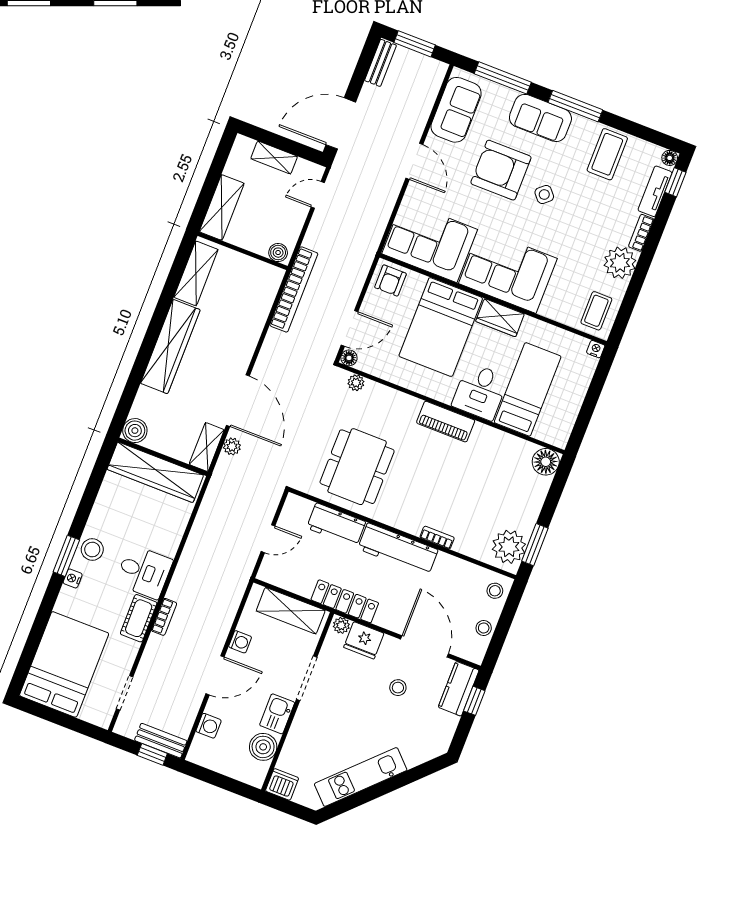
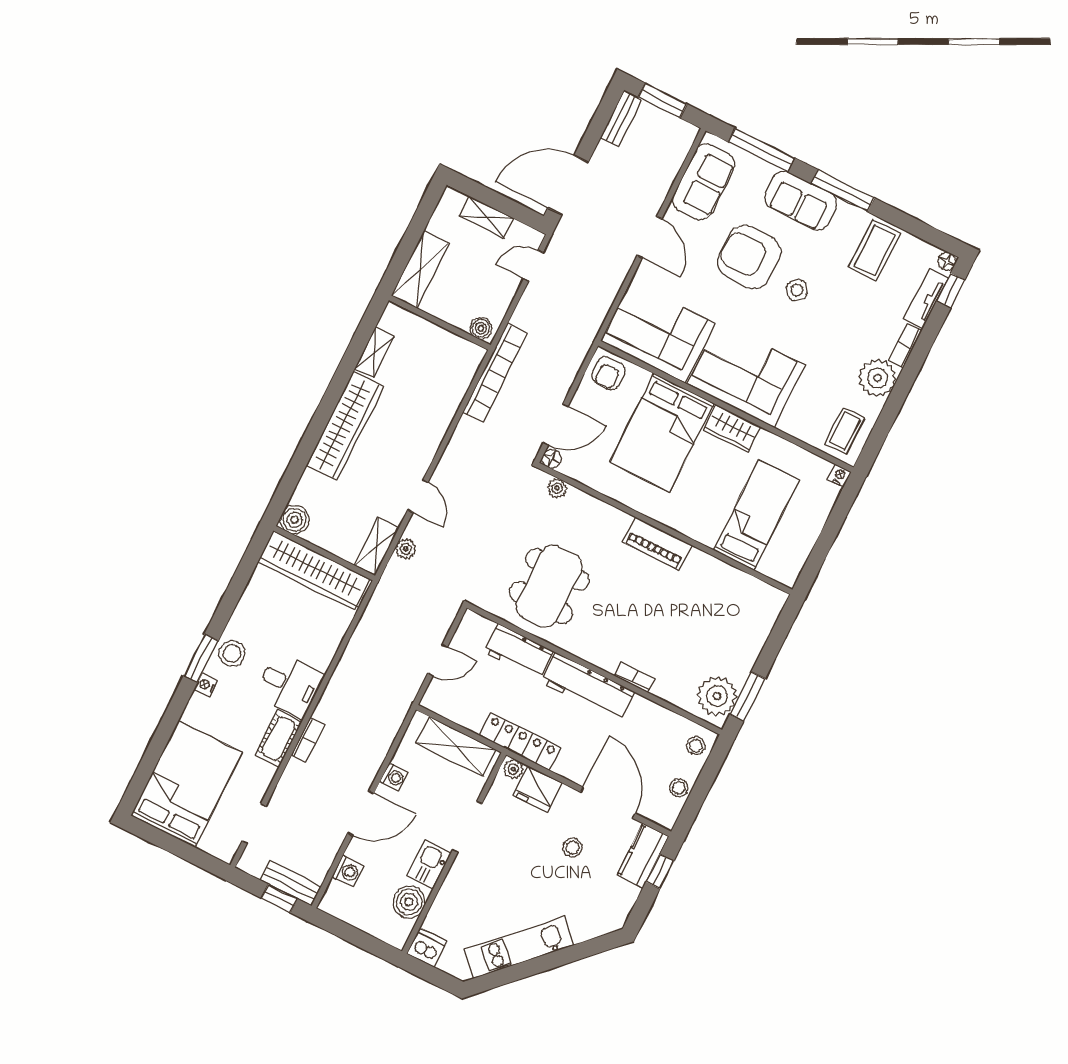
shelving: (196, 273) -> (374, 353), width x0.67, depth x0.75
desk: (480, 392) -> (701, 512), removed
door: (238, 401) -> (418, 496), width x0.53
floor lamp: (546, 462) -> (769, 601), removed

